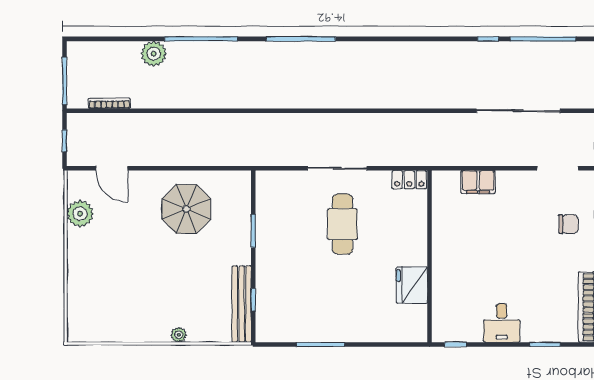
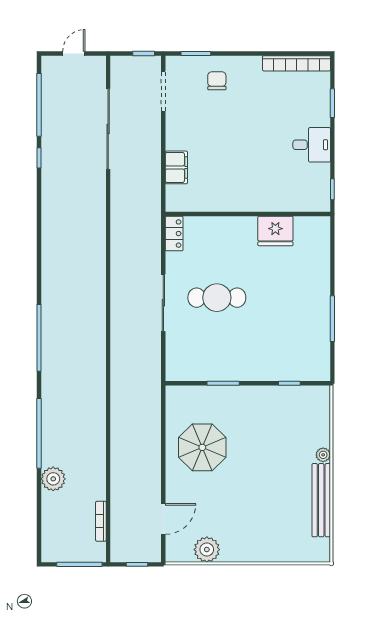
bench: (242, 304) -> (321, 500), moved, turned 90

